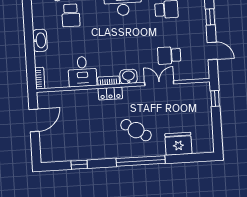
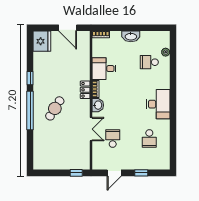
fridge: (178, 144) -> (42, 41), moved
window: (79, 165) -> (30, 78), moved

